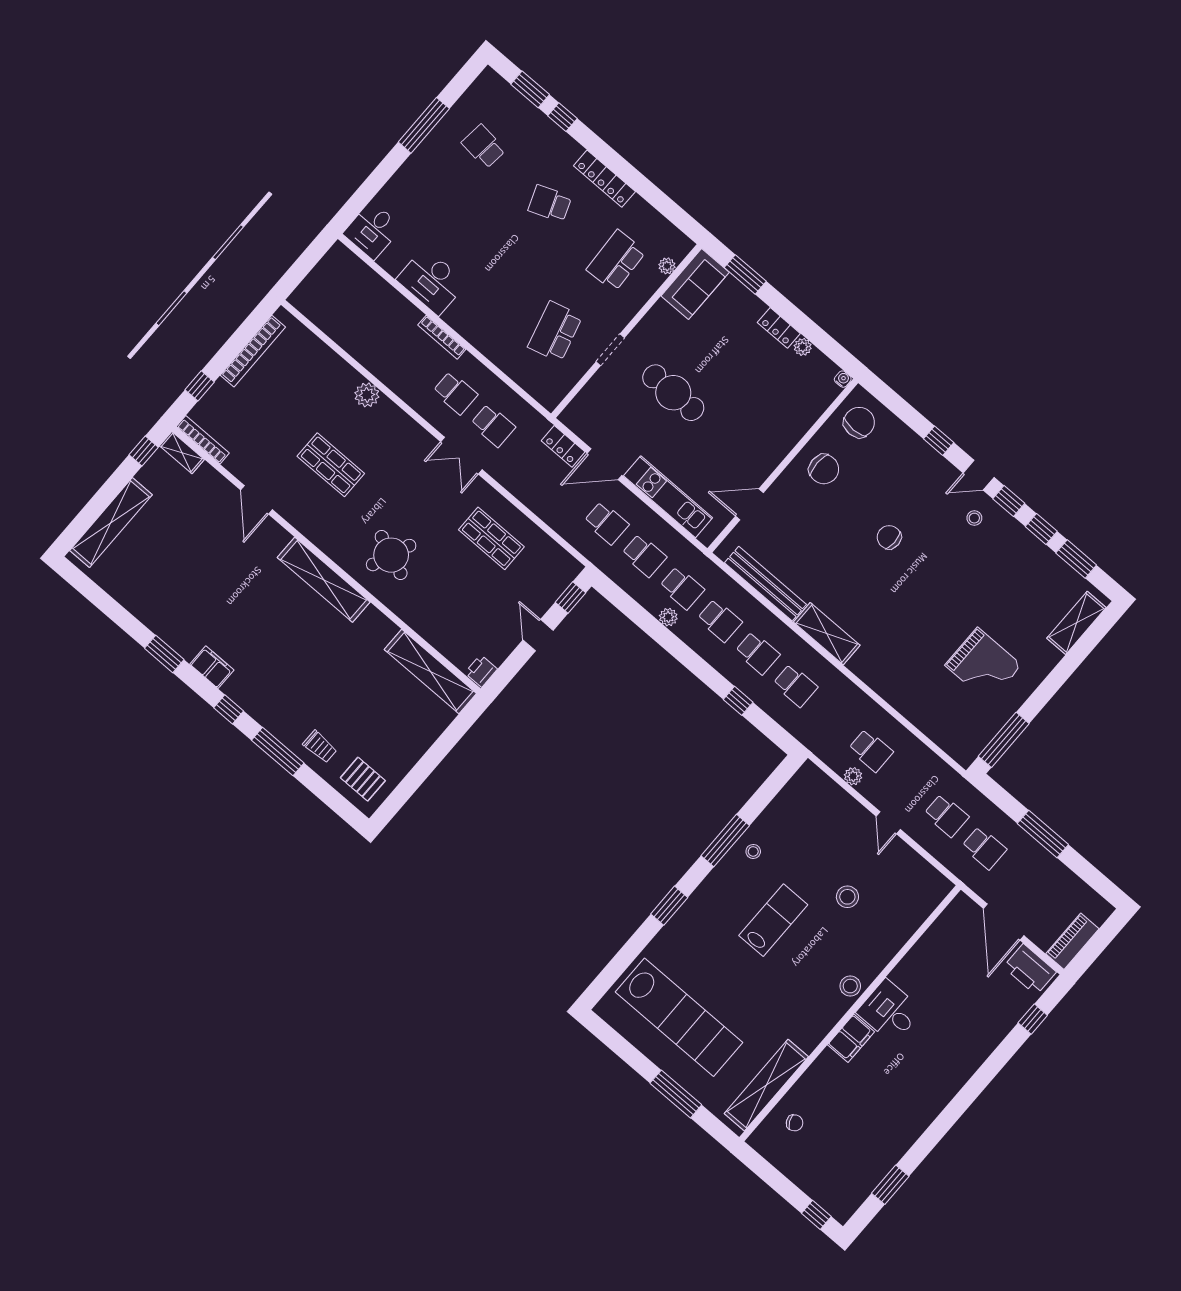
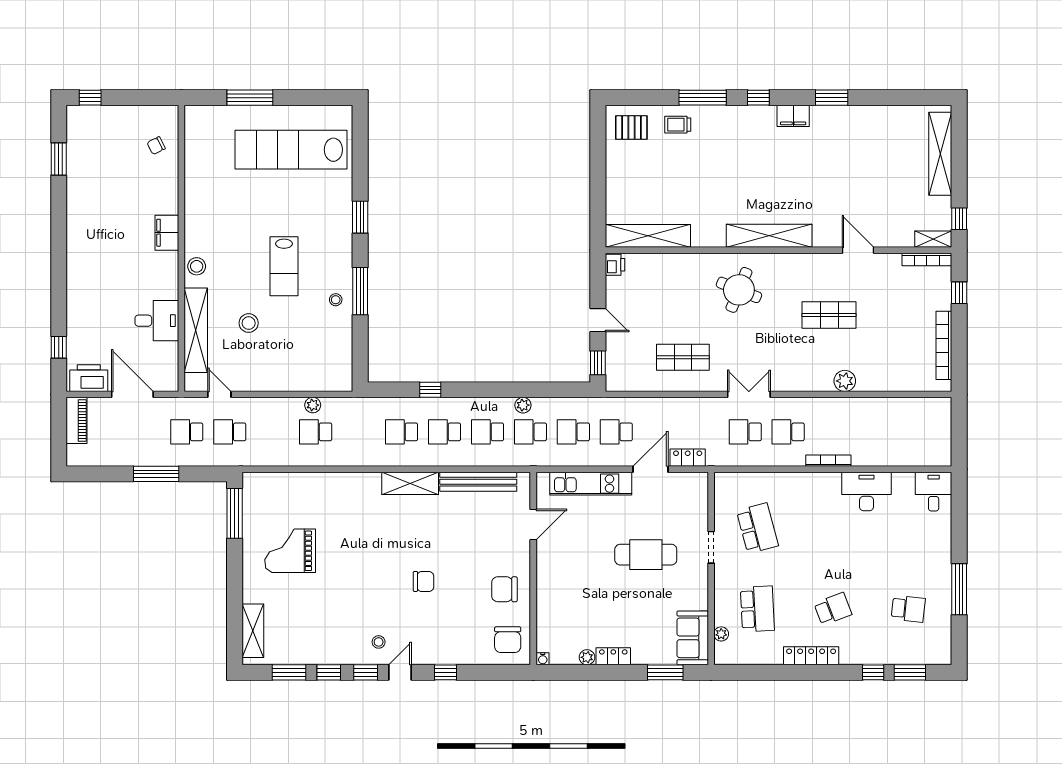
door: (888, 823) -> (219, 394), moved
desk: (890, 1011) -> (157, 321), moved
shelving: (766, 1085) -> (196, 330), moved

